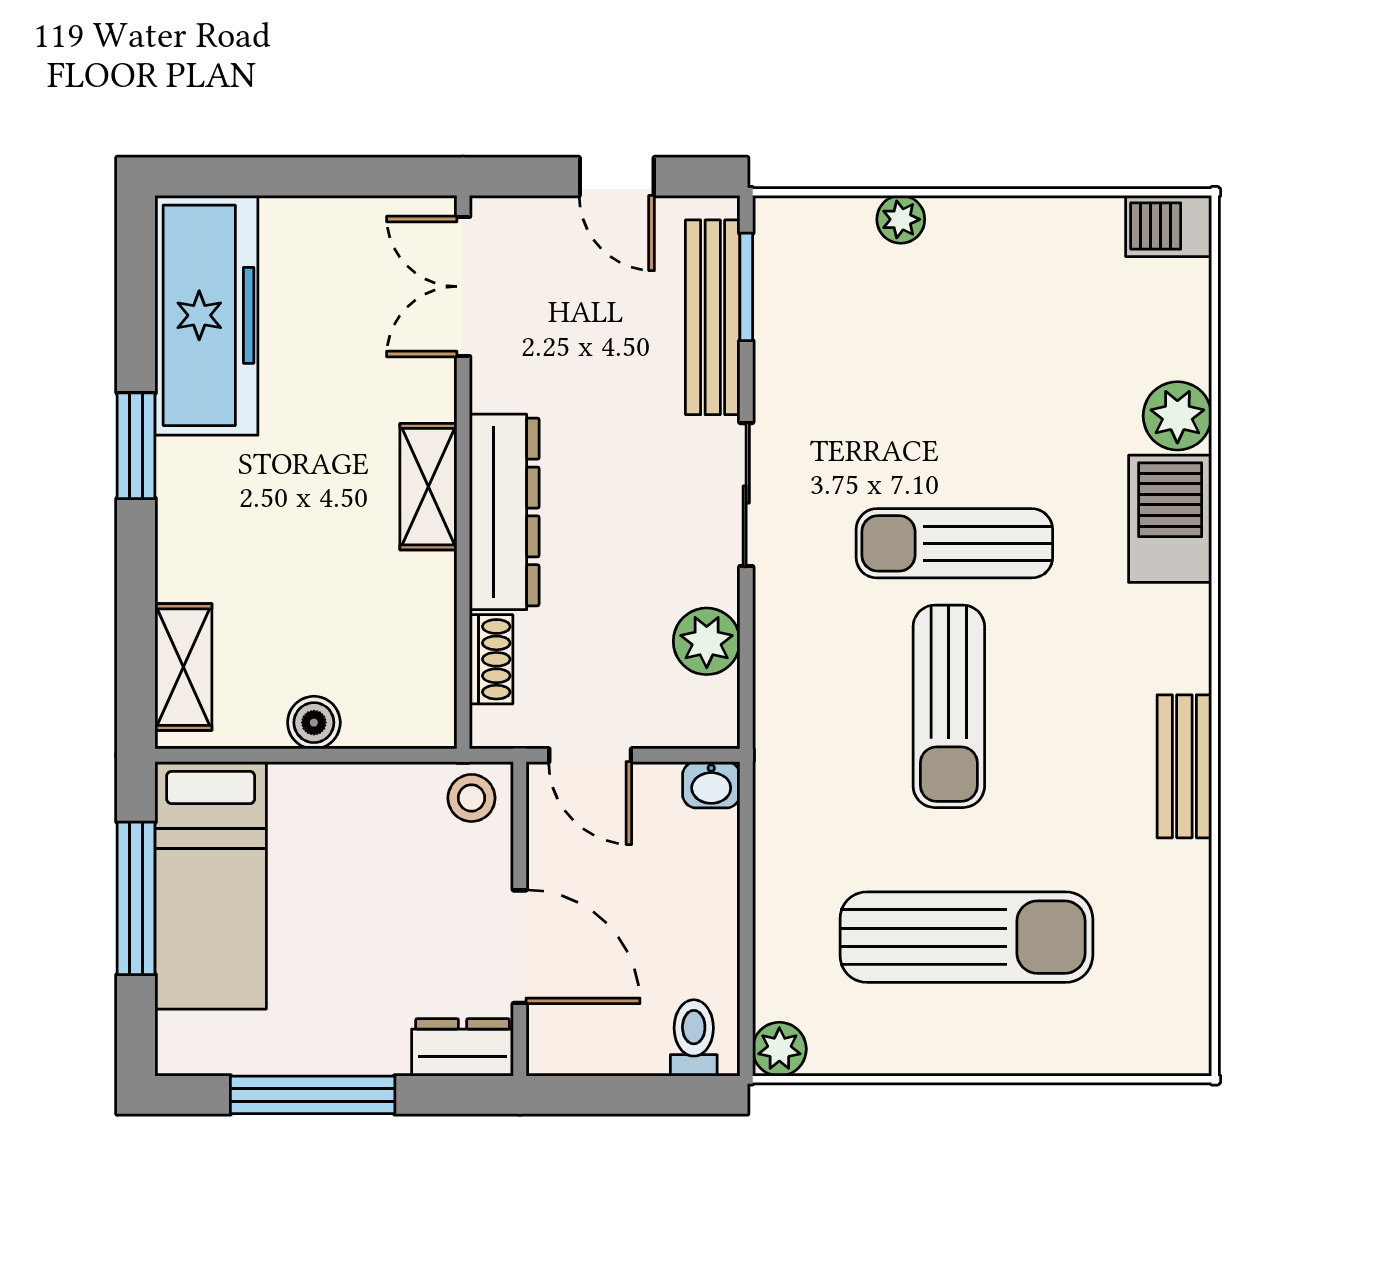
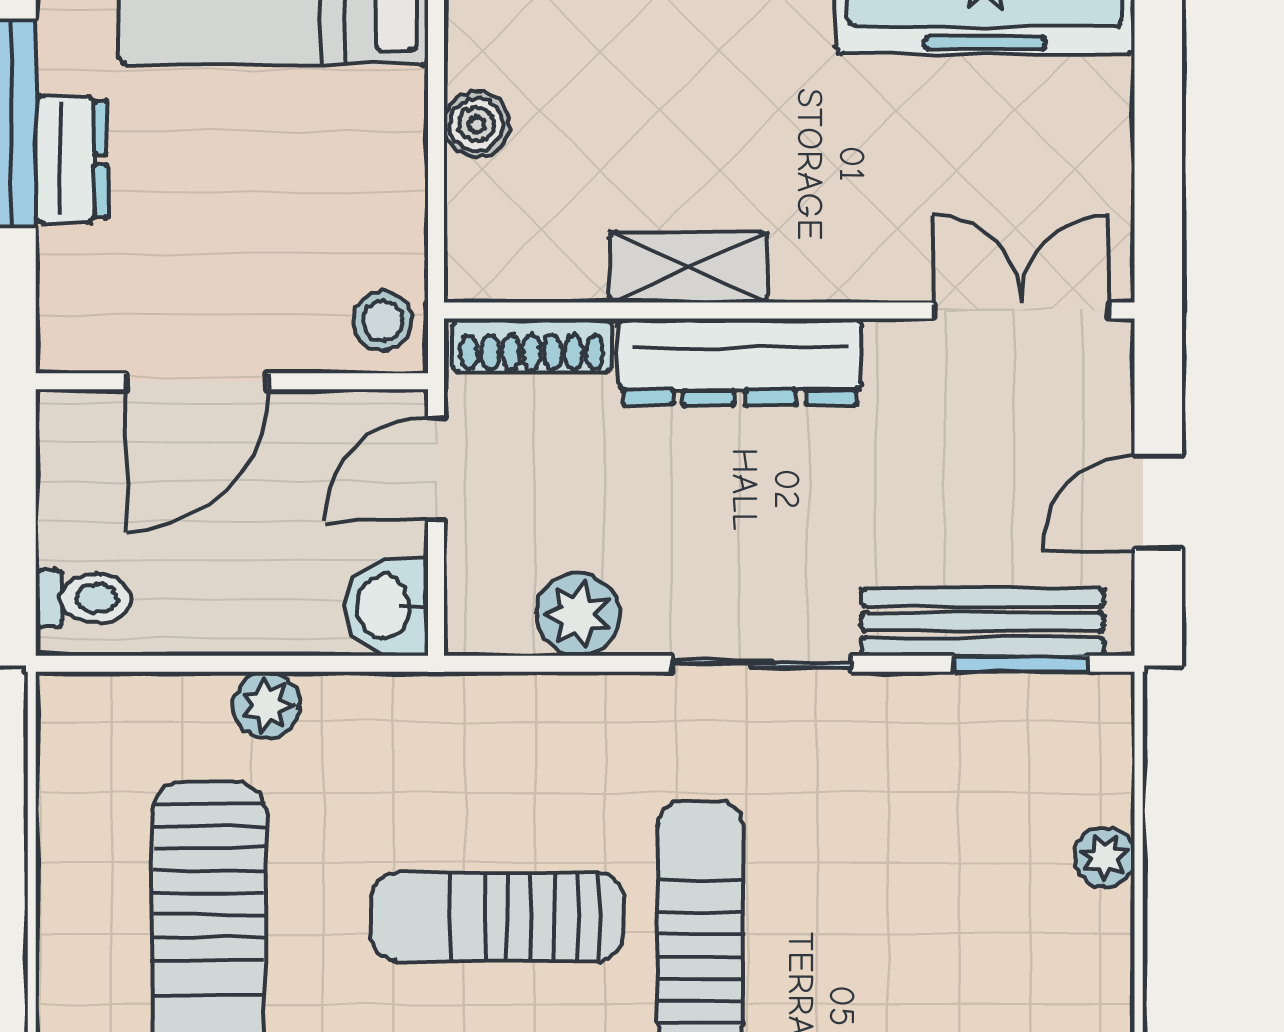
shelving: (428, 487) -> (689, 267), moved
shoe rack: (491, 659) -> (532, 345), width x1.43
washbasin: (711, 785) -> (386, 606), width x1.38, depth x1.45
dresser: (463, 1047) -> (71, 159), moved
plant: (779, 1049) -> (267, 705), moved

